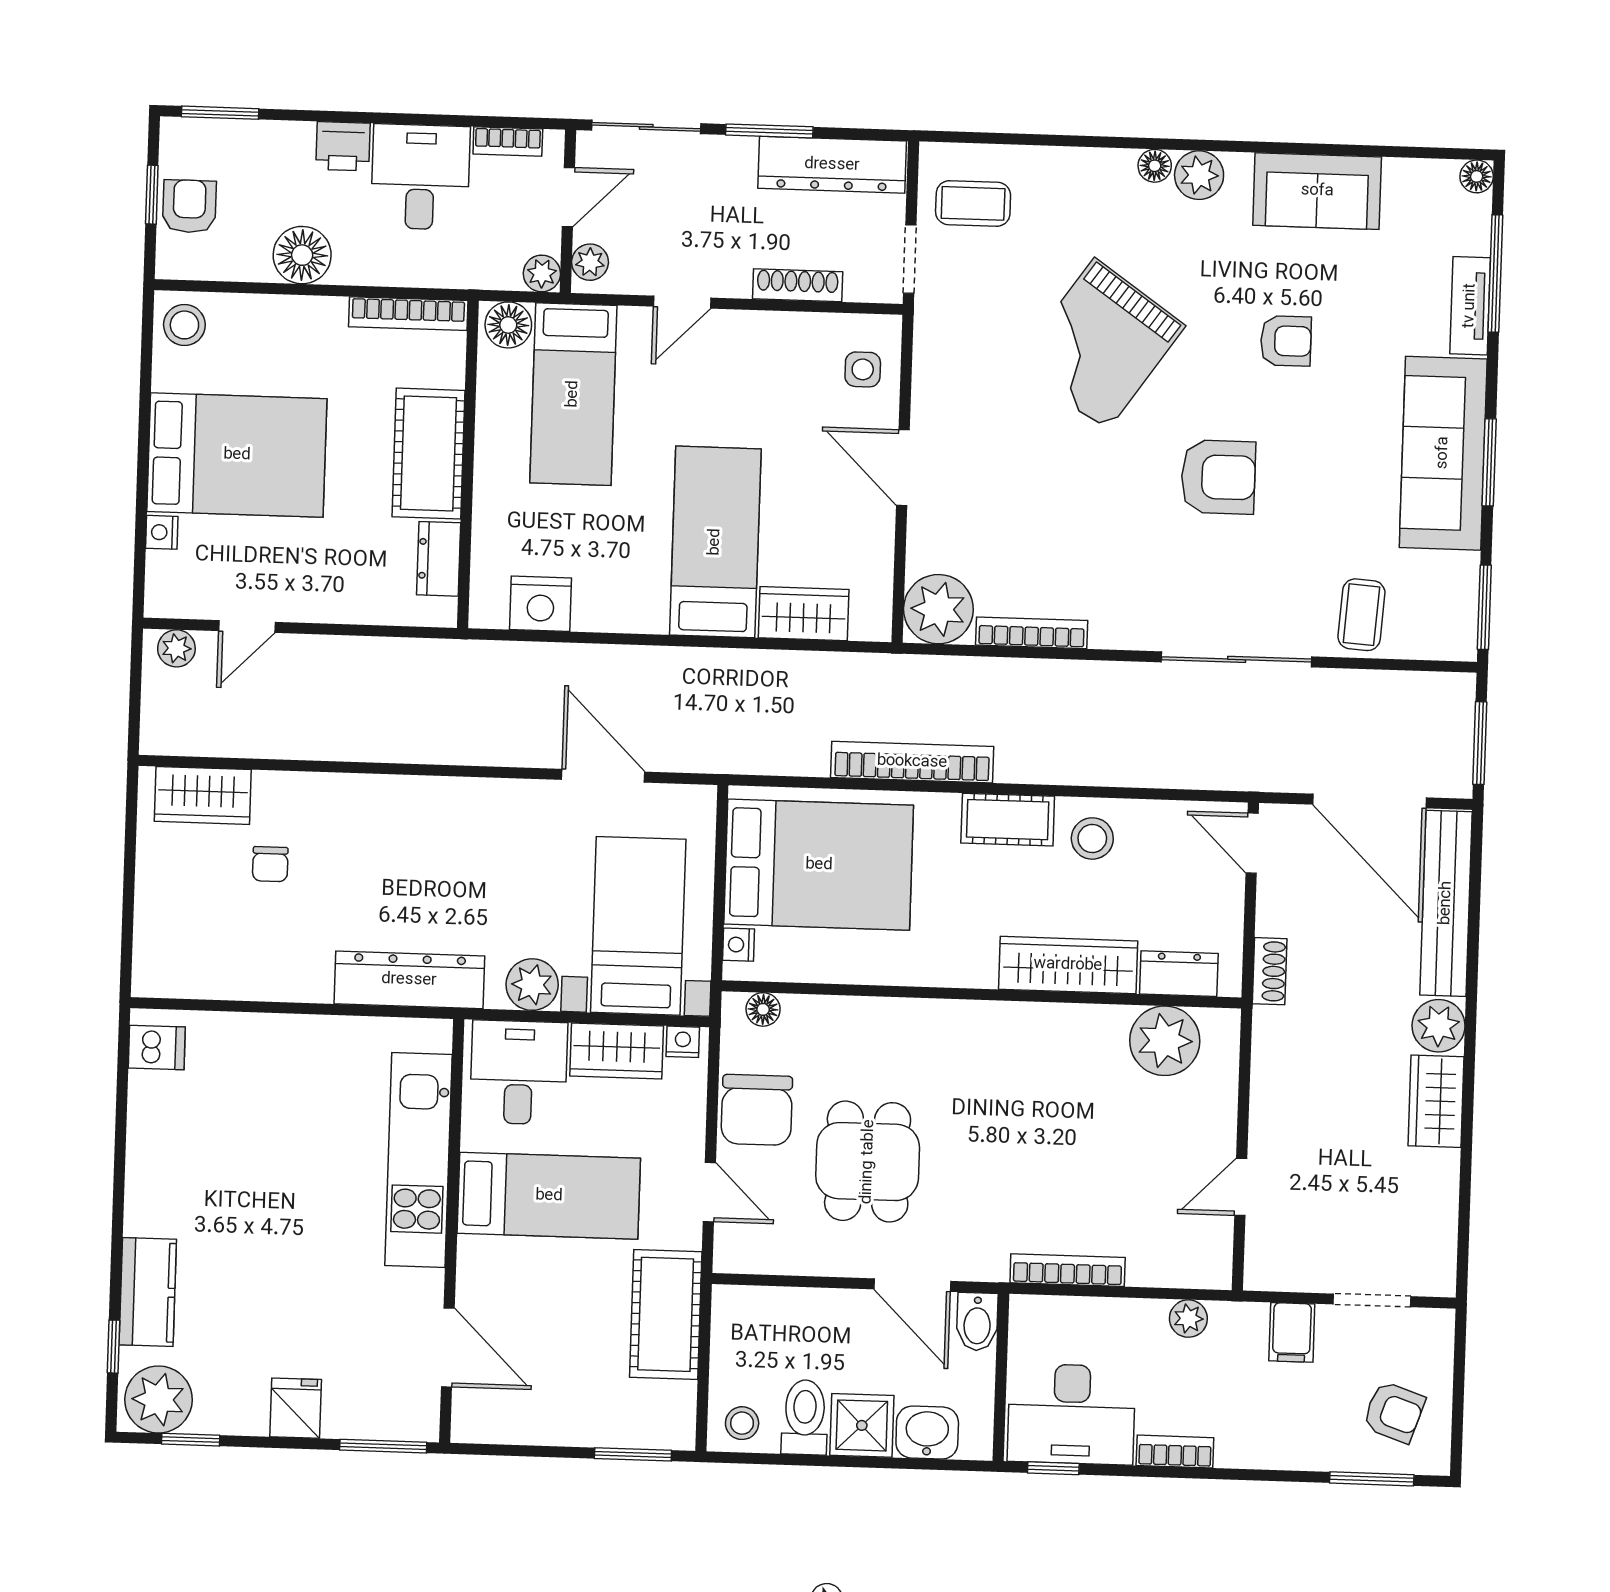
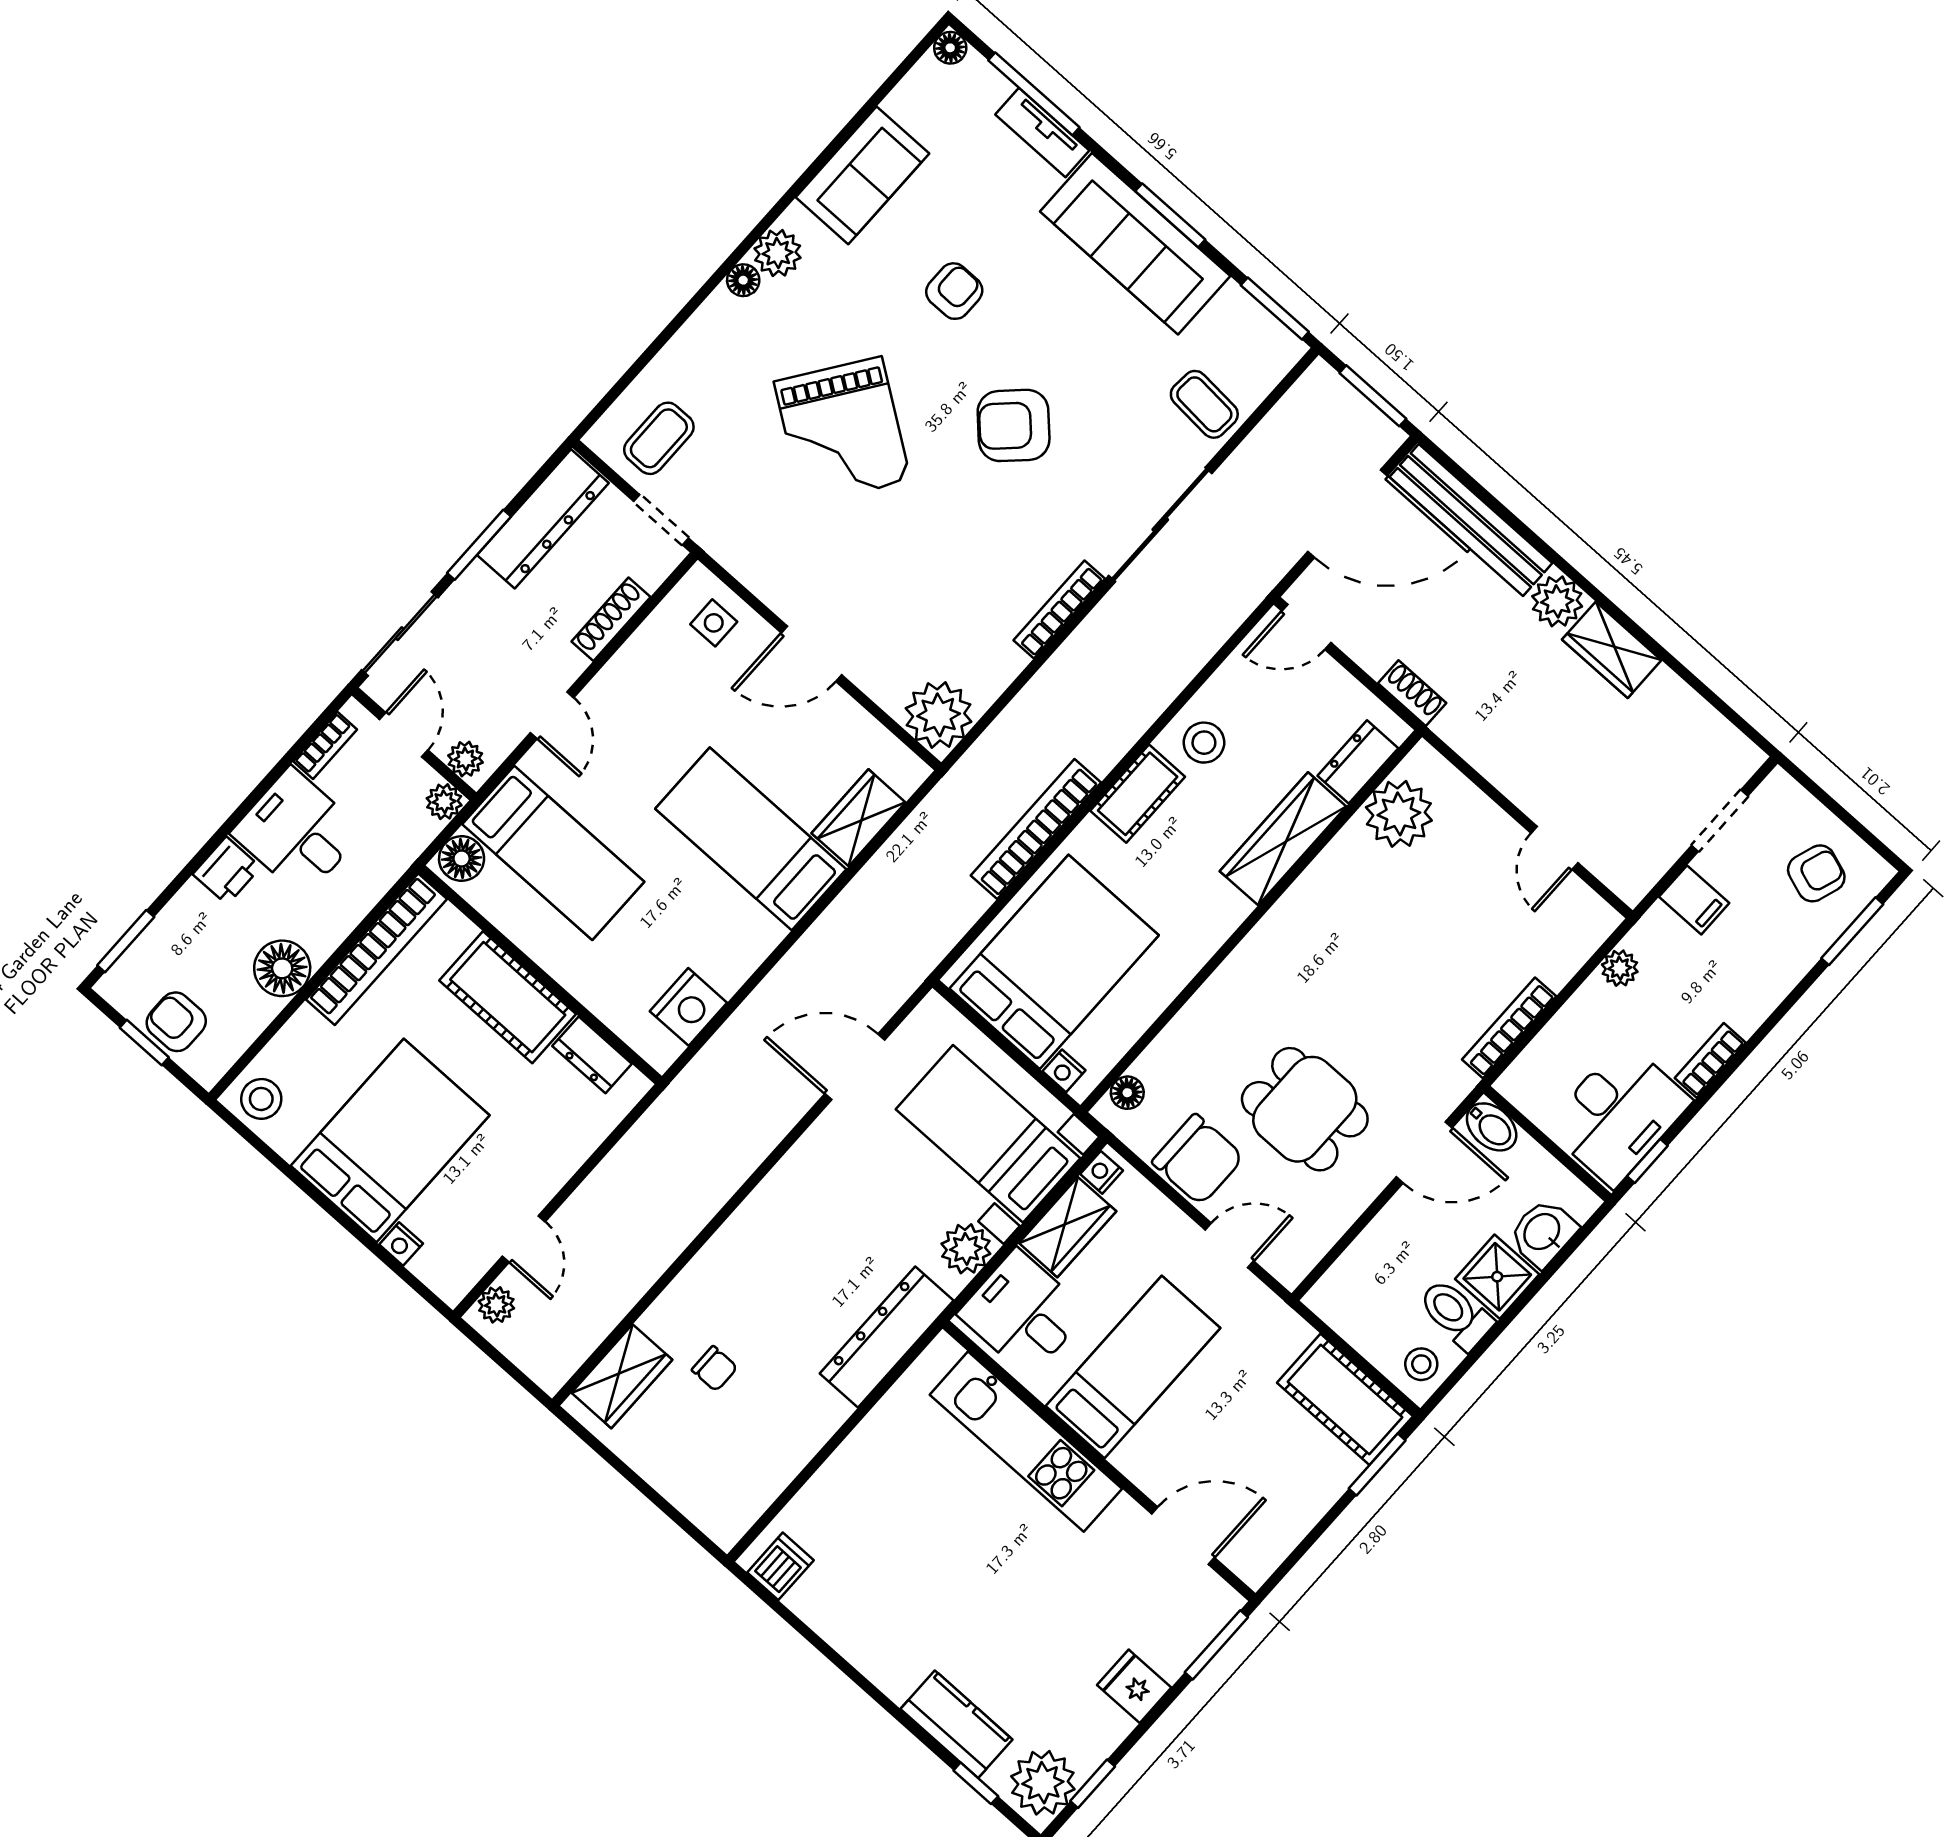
bookcase: (408, 314) -> (376, 949), width x1.48, depth x1.31
armchair: (1218, 477) -> (1014, 425), turned -134
bookcase: (1032, 633) -> (1059, 609), moved
cot: (666, 1314) -> (1345, 1399), moved

